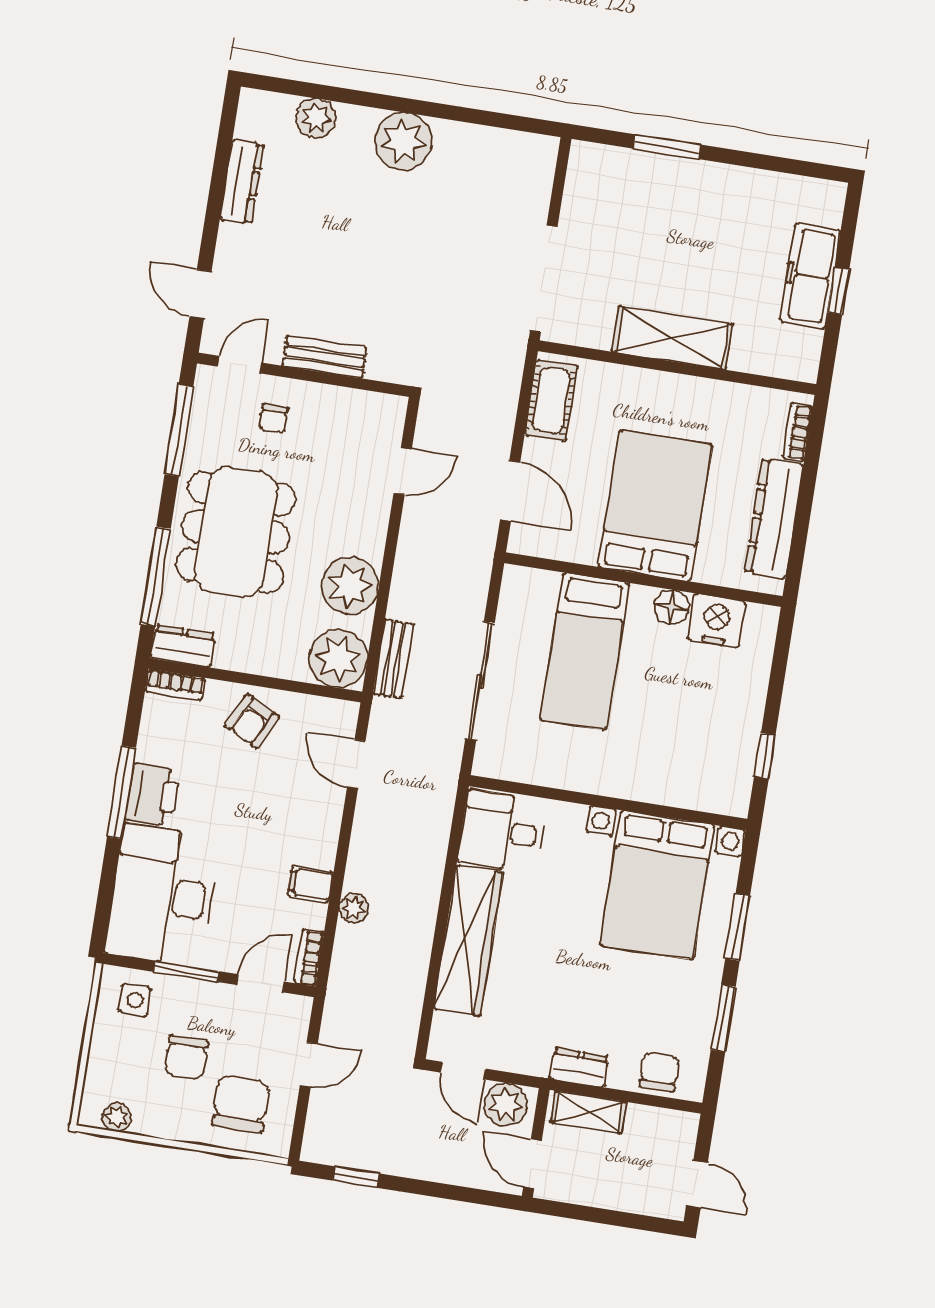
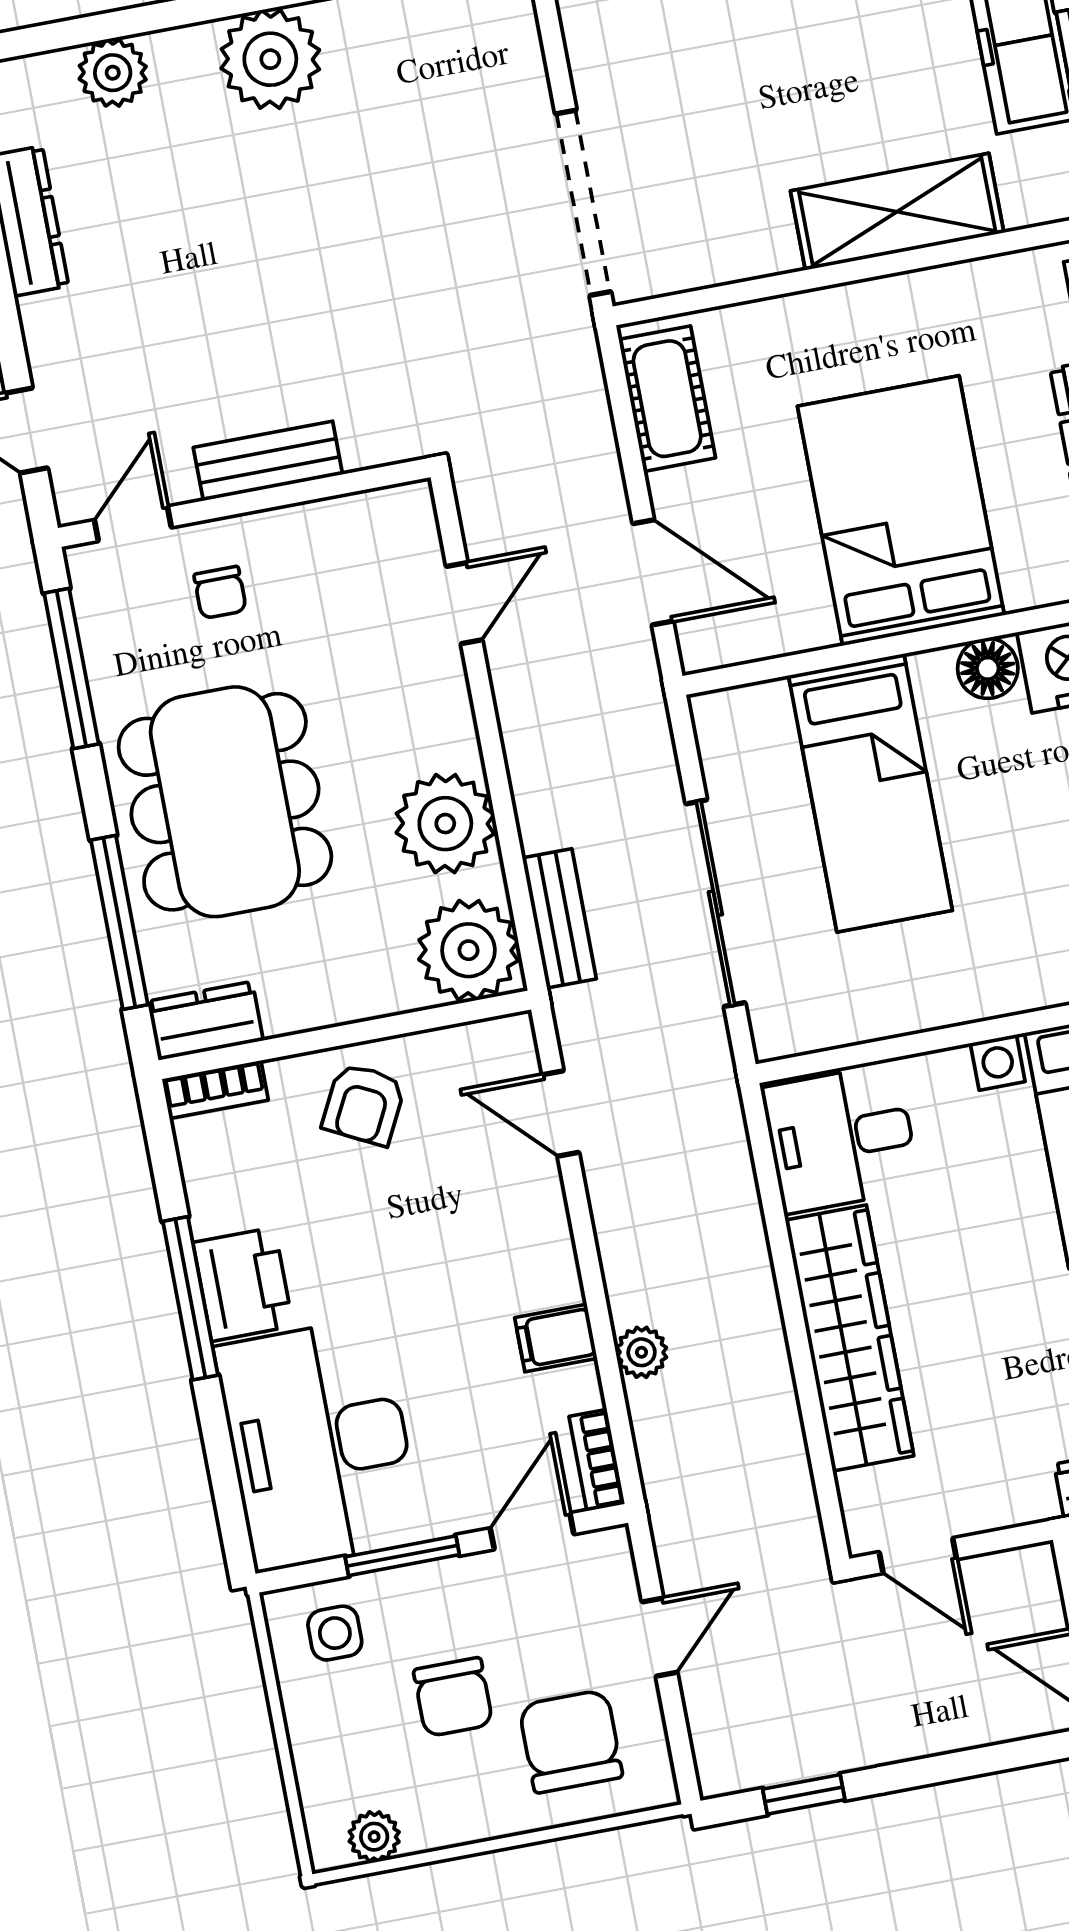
shelving: (672, 338) -> (897, 212), moved
plant: (506, 1104) -> (1008, 1586), removed

